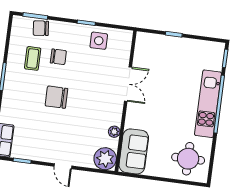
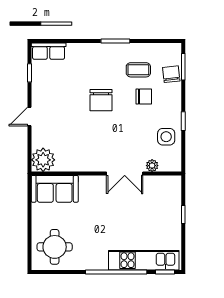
chair: (58, 57) -> (144, 97), turned -90
chair: (56, 97) -> (101, 100), turned 180
kitchen unit: (208, 104) -> (144, 260), moved
plant: (114, 132) -> (152, 166), moved

